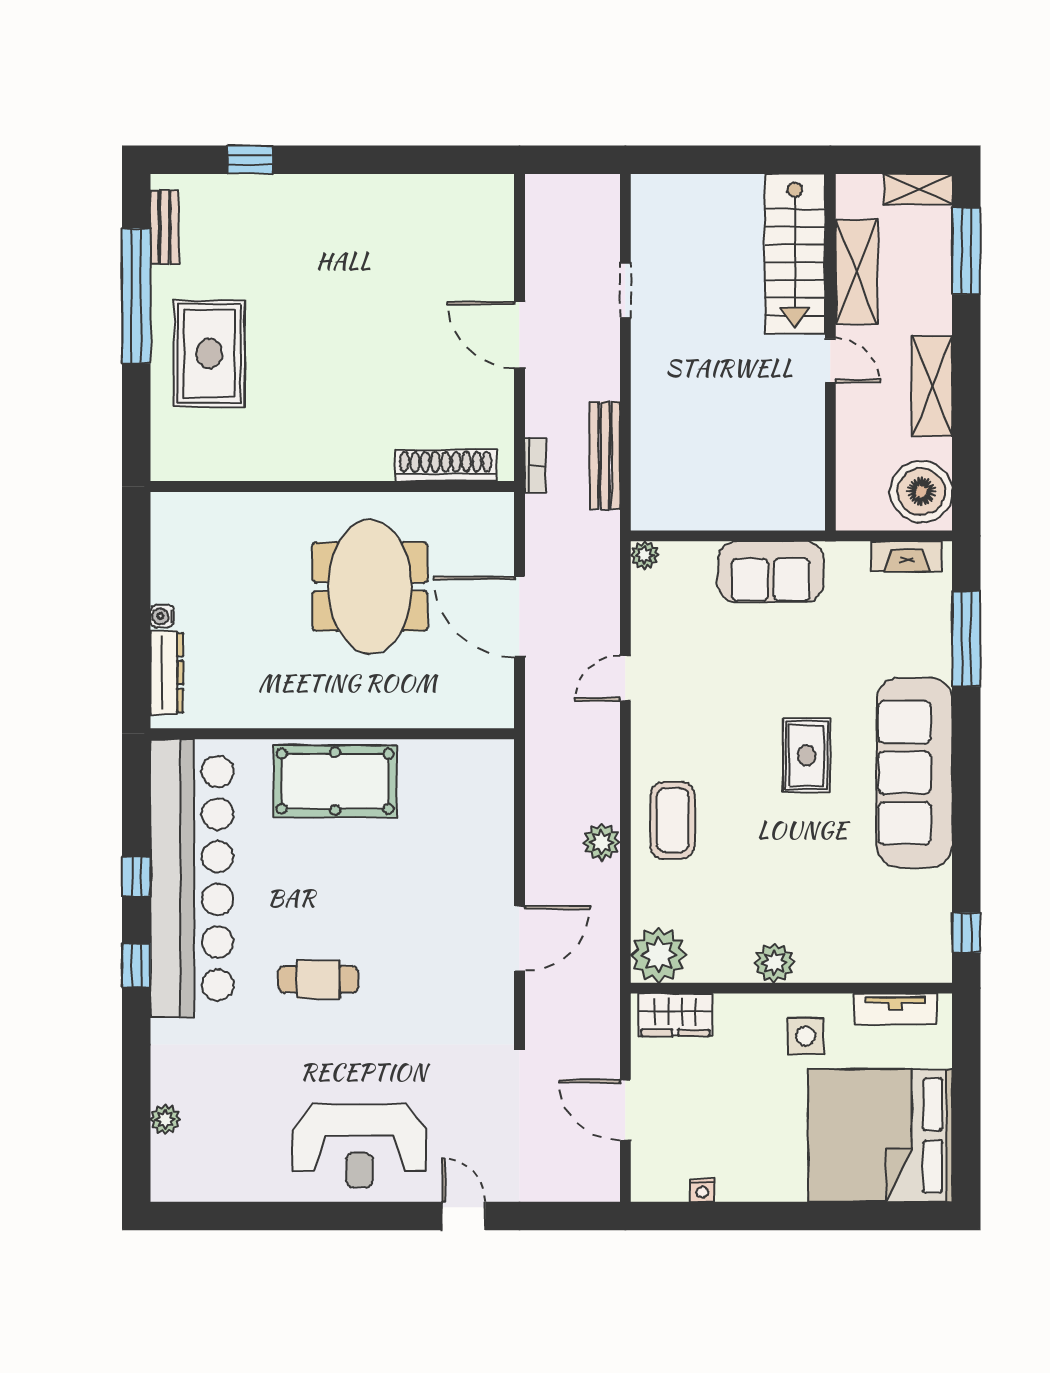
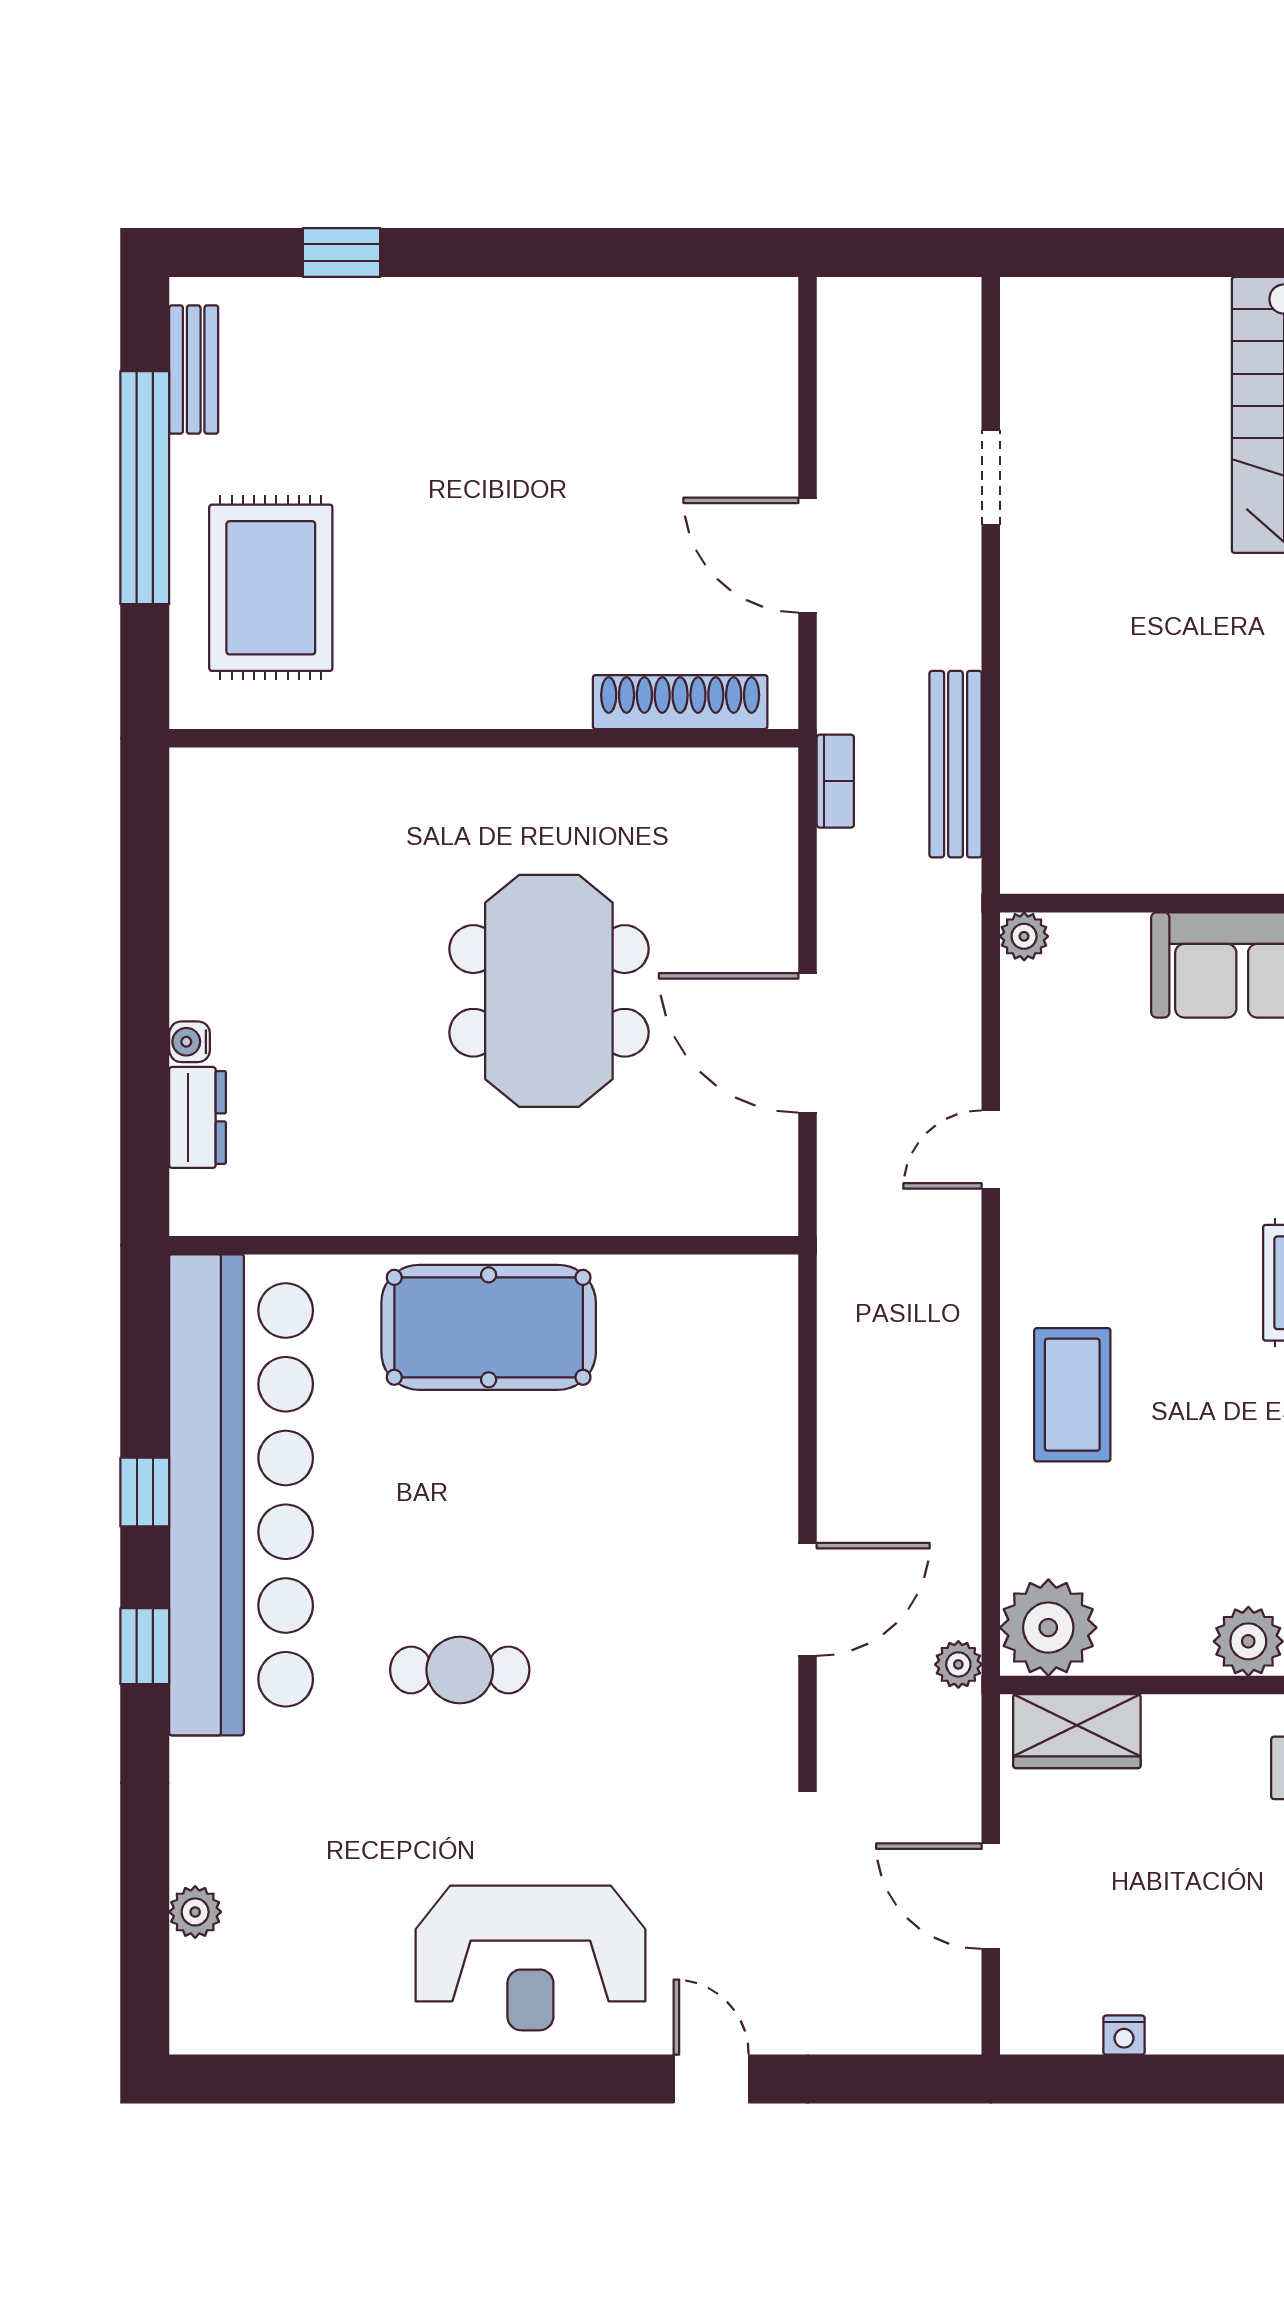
shoe rack: (446, 466) -> (680, 702), moved
wall: (332, 486) -> (484, 738), moved
dresser: (167, 673) -> (198, 1117), width x0.70
plant: (602, 842) -> (958, 1664), moved, width x0.73, depth x0.73

